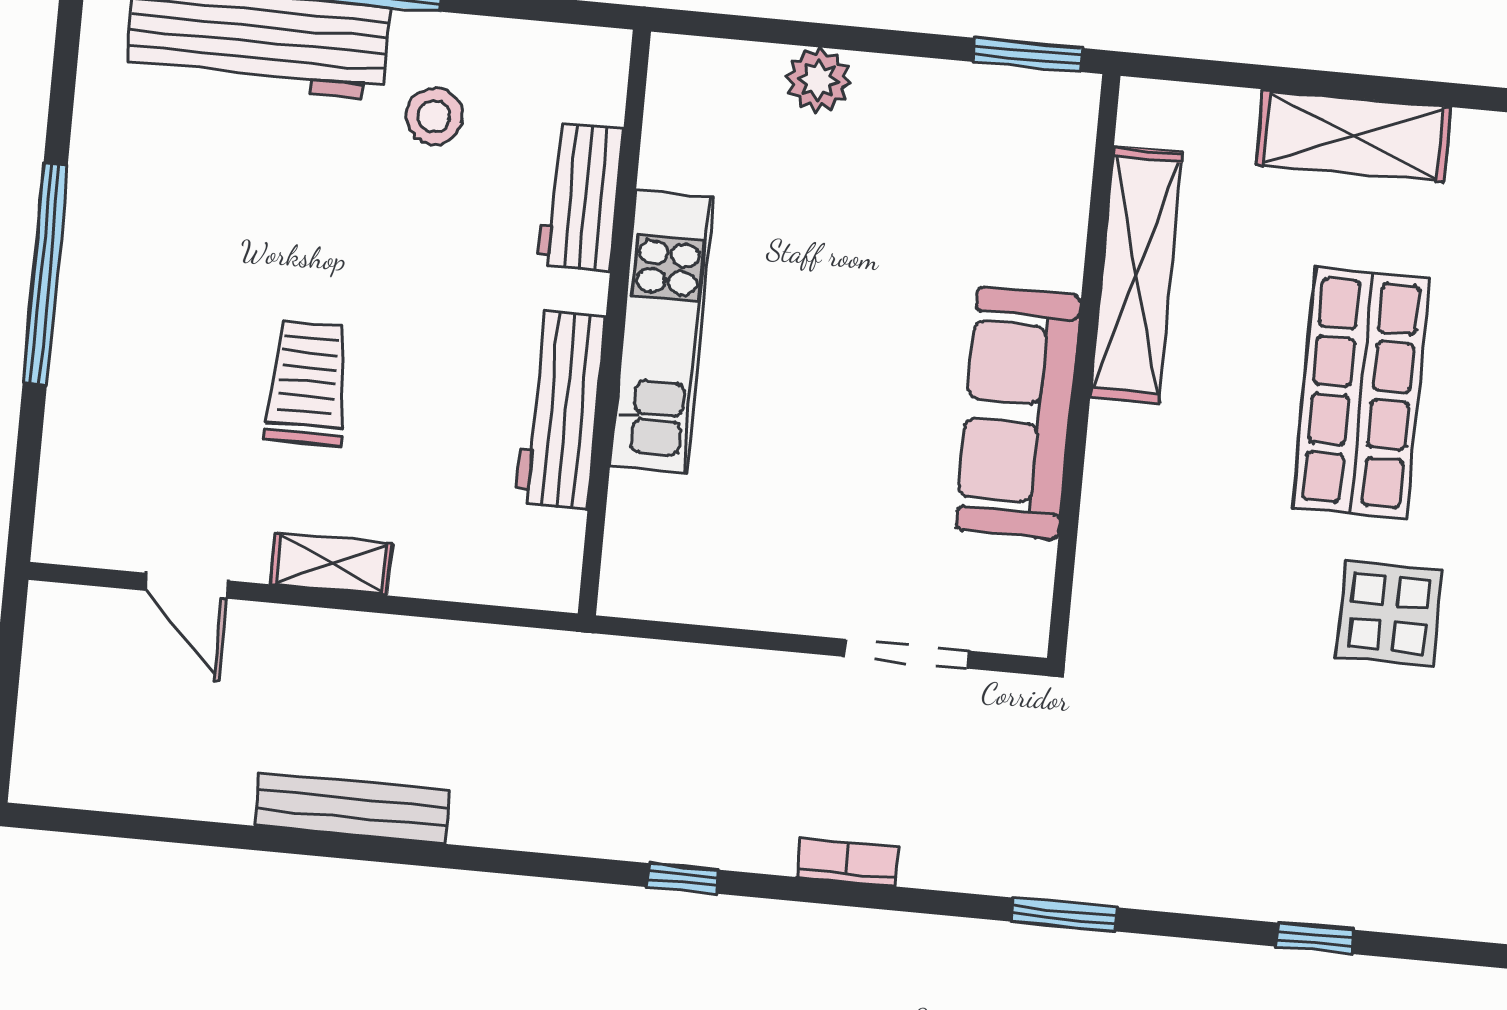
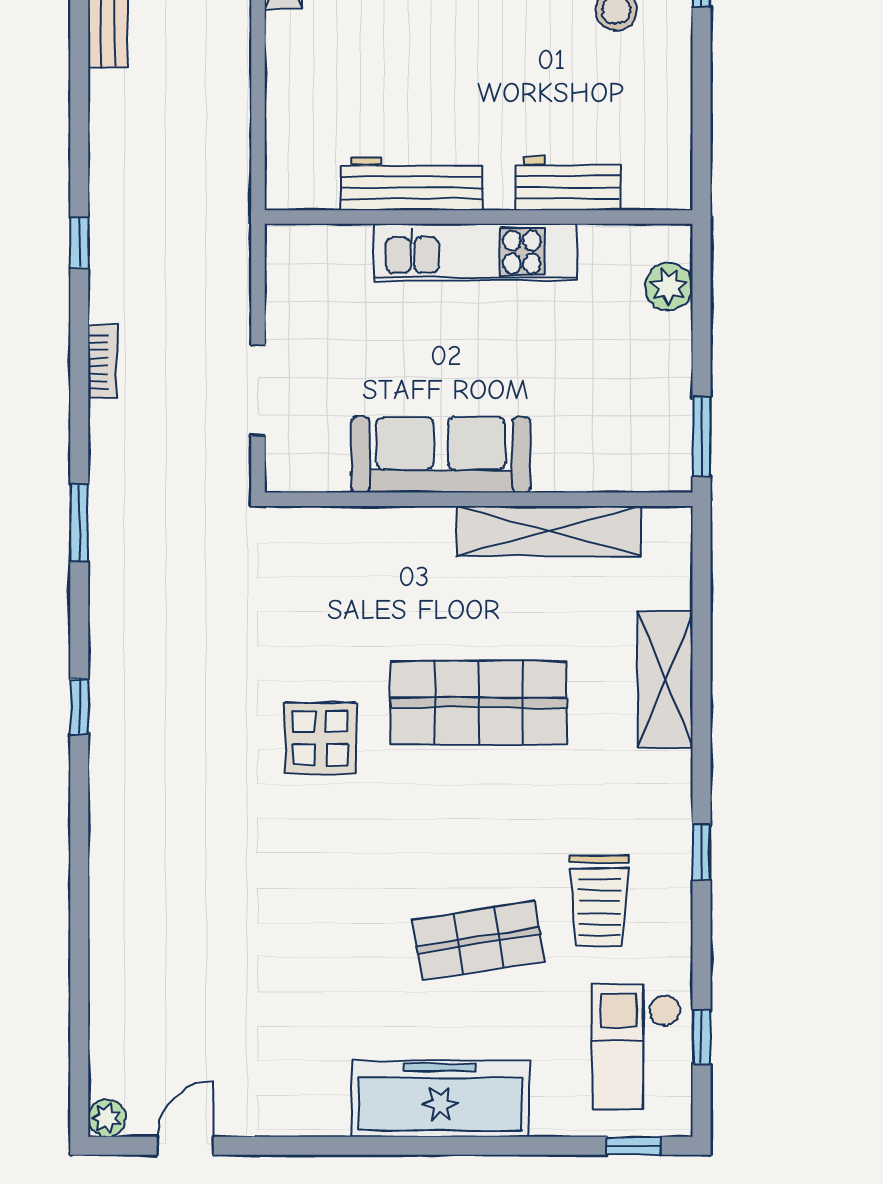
workbench: (580, 197) -> (568, 183), moved
wall: (614, 322) -> (479, 217), moved
kitchen unit: (662, 331) -> (475, 252), moved
workbench: (560, 410) -> (411, 184), moved

